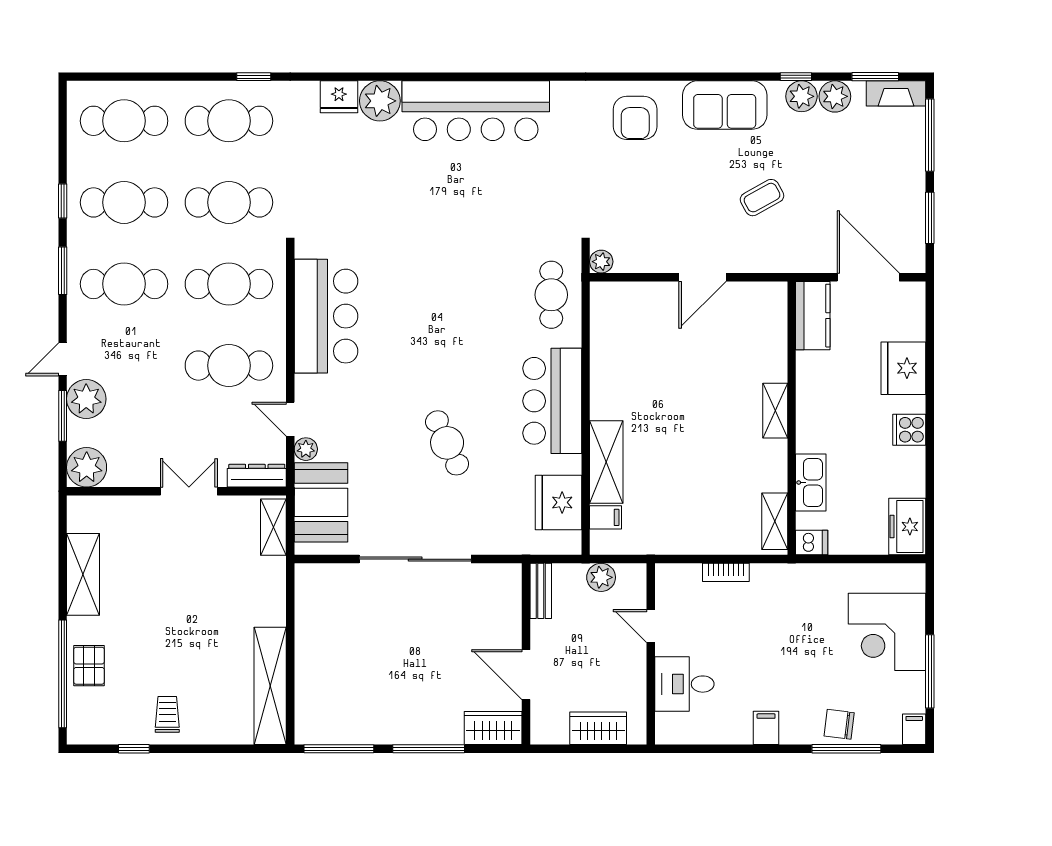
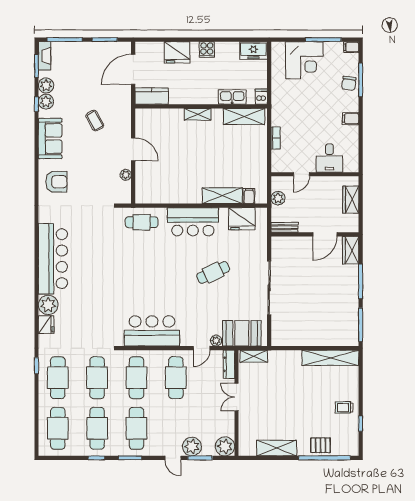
plant: (601, 262) -> (126, 175), moved
shelving: (775, 521) -> (244, 116), width x1.50, depth x1.33

